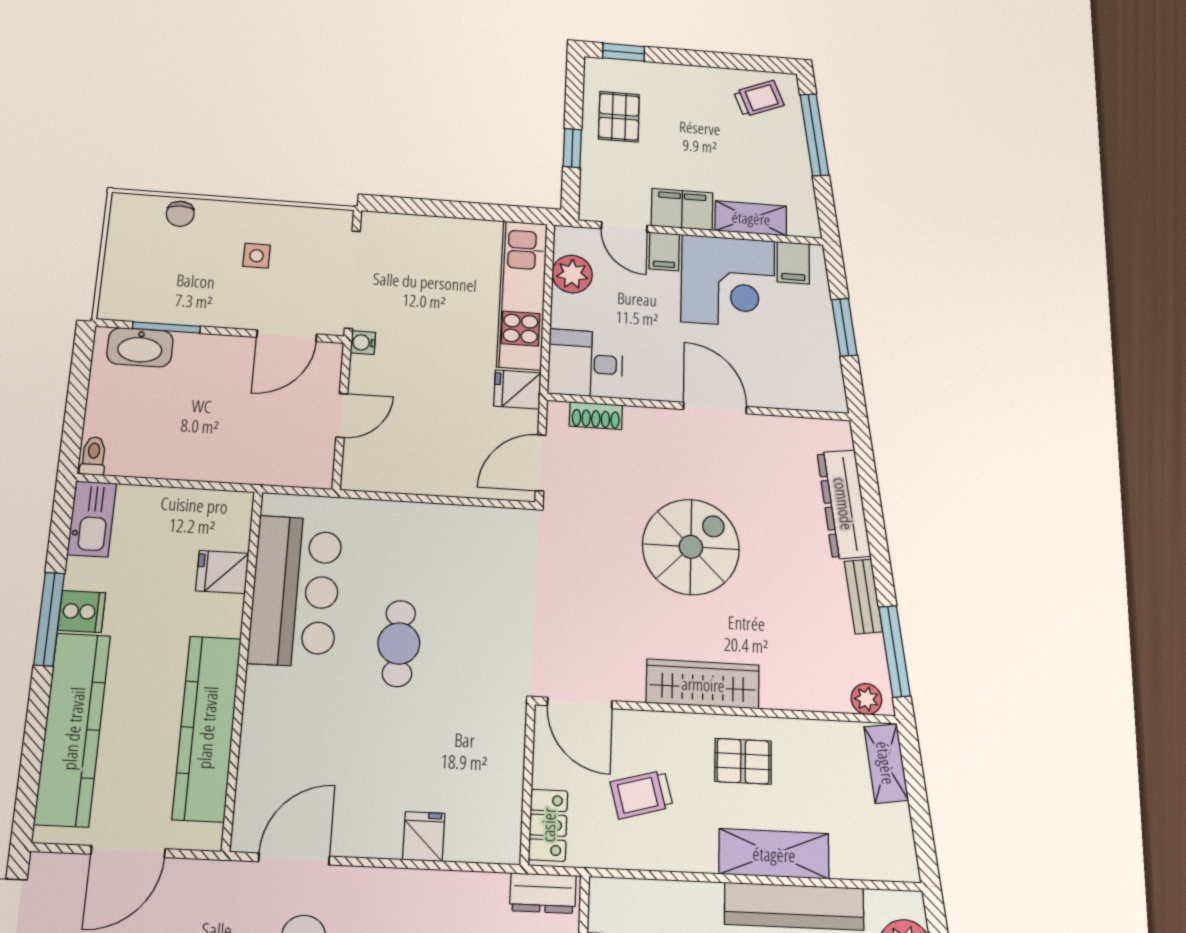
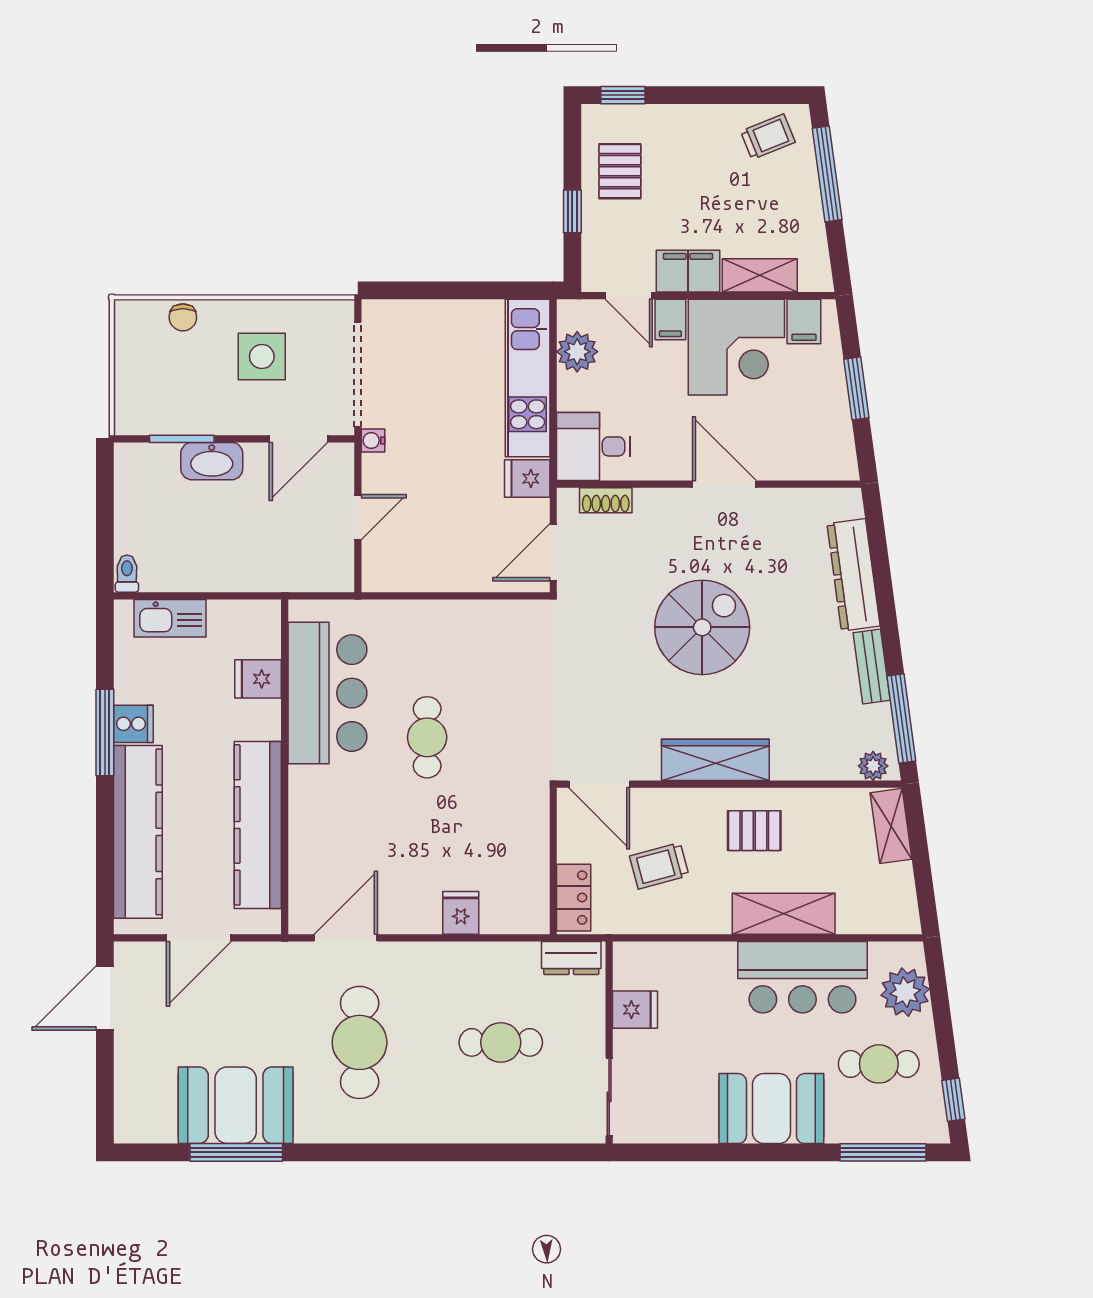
side table: (257, 256) -> (262, 357), width x1.87, depth x1.87
washbasin: (140, 347) -> (212, 461), moved
kitchen sink: (92, 519) -> (170, 618), moved, turned 90

